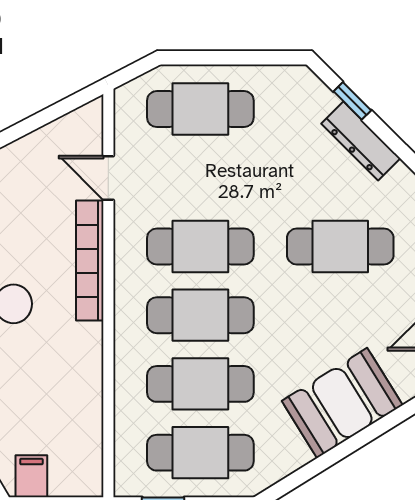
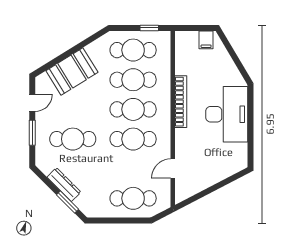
window: (352, 101) -> (68, 202), width x1.50
door: (108, 178) -> (173, 169), swing flipped
bookcase: (90, 261) -> (181, 102), moved

